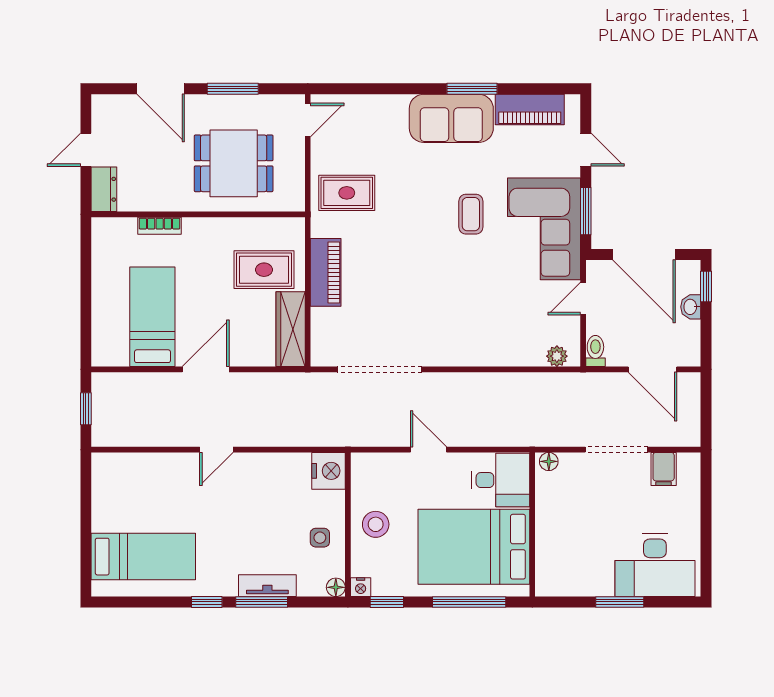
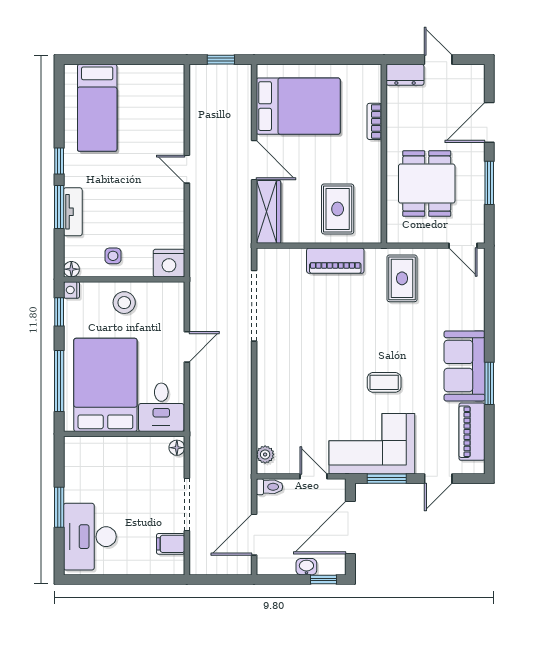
bed: (152, 317) -> (298, 106), width x1.50
wardrobe: (291, 329) -> (268, 212), moved, turned 90

